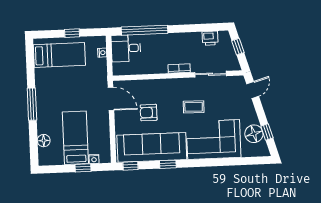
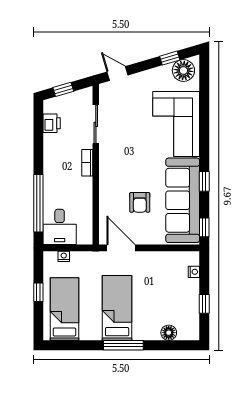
door: (111, 99) -> (121, 248), hinge flipped
coffee table: (194, 107) -> (135, 147), removed
floor lamp: (254, 134) -> (183, 70), moved
bed: (75, 138) -> (117, 308), moved, turned 90
window: (83, 168) -> (204, 304), moved

